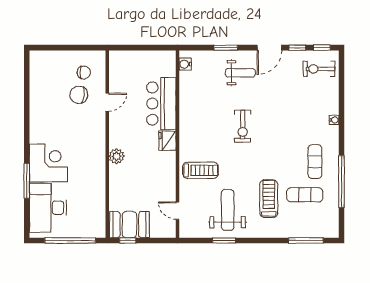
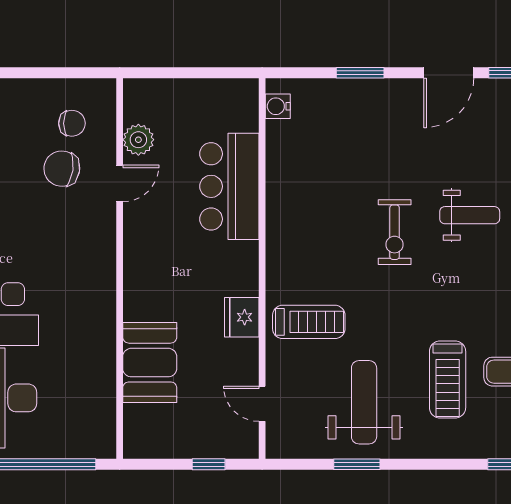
weight bench: (240, 73) -> (470, 215), moved
fridge: (167, 141) -> (242, 317), moved
plant: (117, 156) -> (138, 140), moved
treadmill: (269, 199) -> (448, 380), turned 180
booth: (129, 225) -> (150, 363), moved, turned 90
window: (128, 240) -> (209, 464), moved

